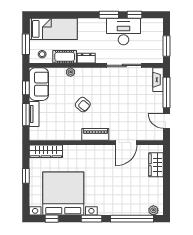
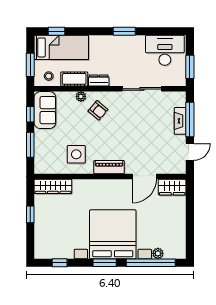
window: (135, 15) -> (57, 31), moved
desk: (123, 31) -> (165, 50), moved
fireplace: (158, 80) -> (180, 121), moved
armchair: (83, 105) -> (98, 110), moved
tv unit: (34, 114) -> (40, 144), removed
door: (166, 121) -> (190, 152), swing flipped
side table: (66, 123) -> (76, 154), added
wardrobe: (156, 165) -> (172, 187), moved, turned -90
bed with nightstands: (63, 194) -> (113, 234), moved
plant: (153, 210) -> (158, 253), moved

